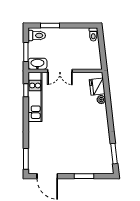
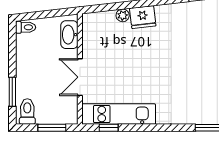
washbasin: (37, 64) -> (69, 35), moved
double door: (60, 71) -> (80, 77), swing flipped
fridge: (97, 87) -> (143, 17), moved

